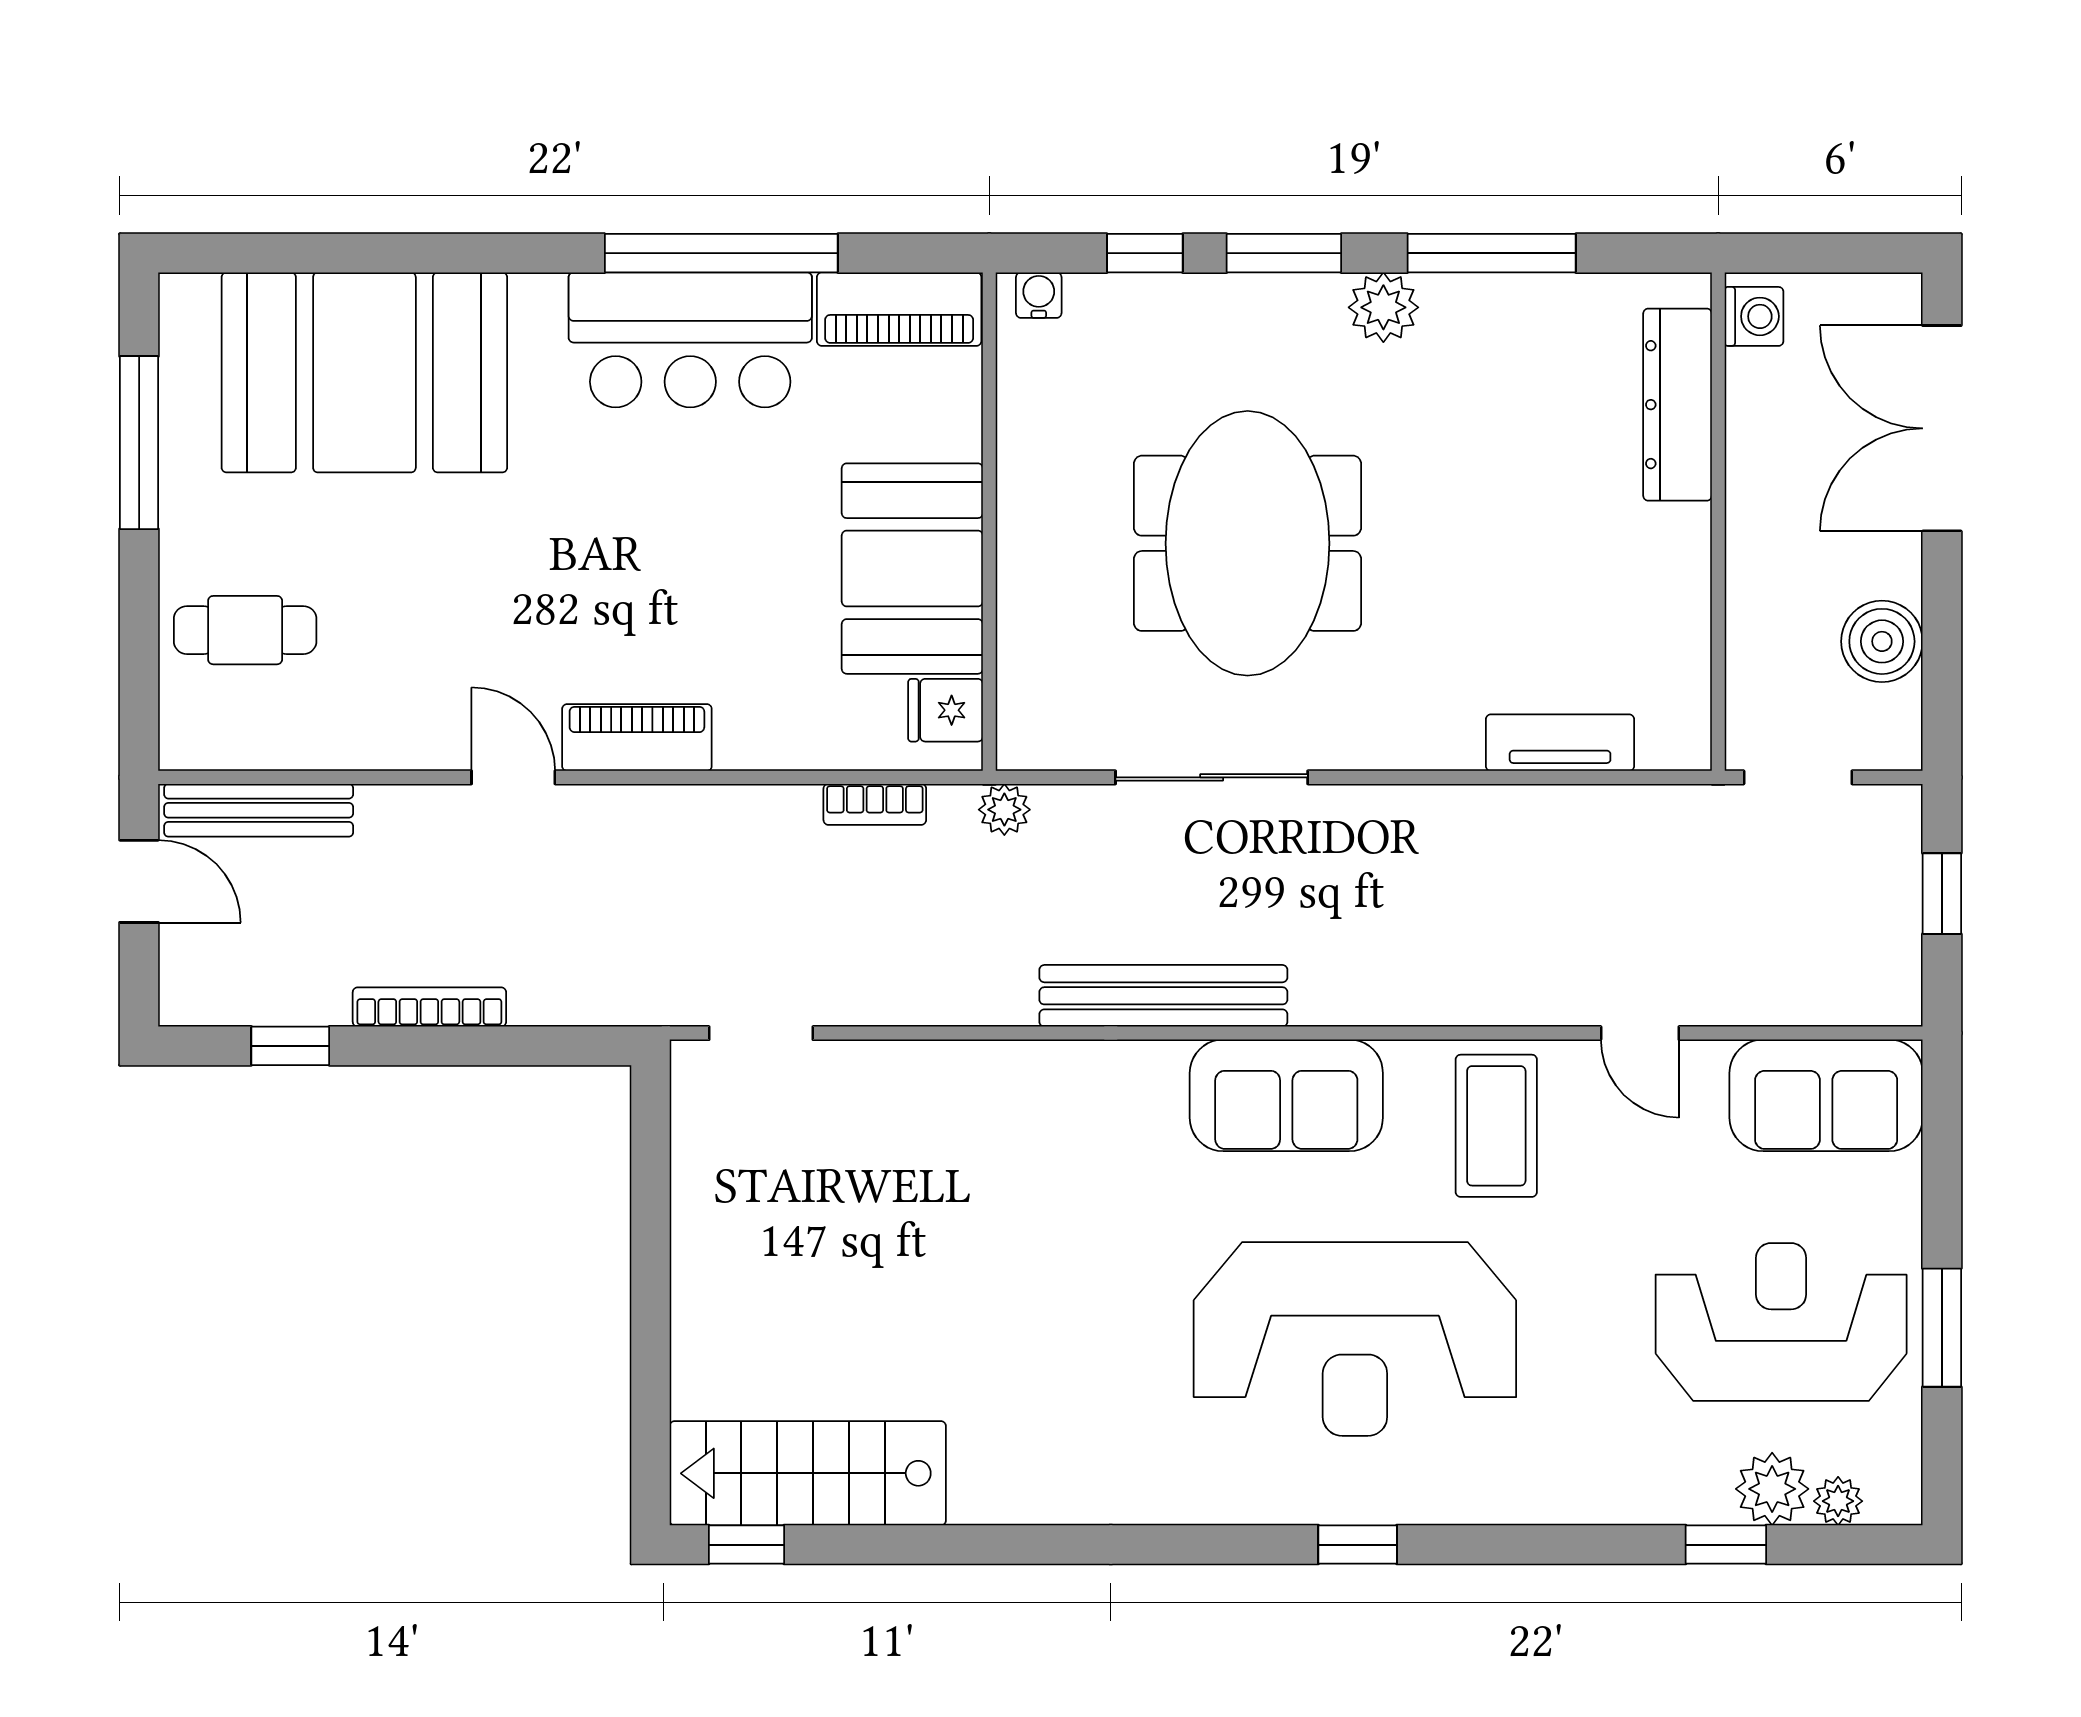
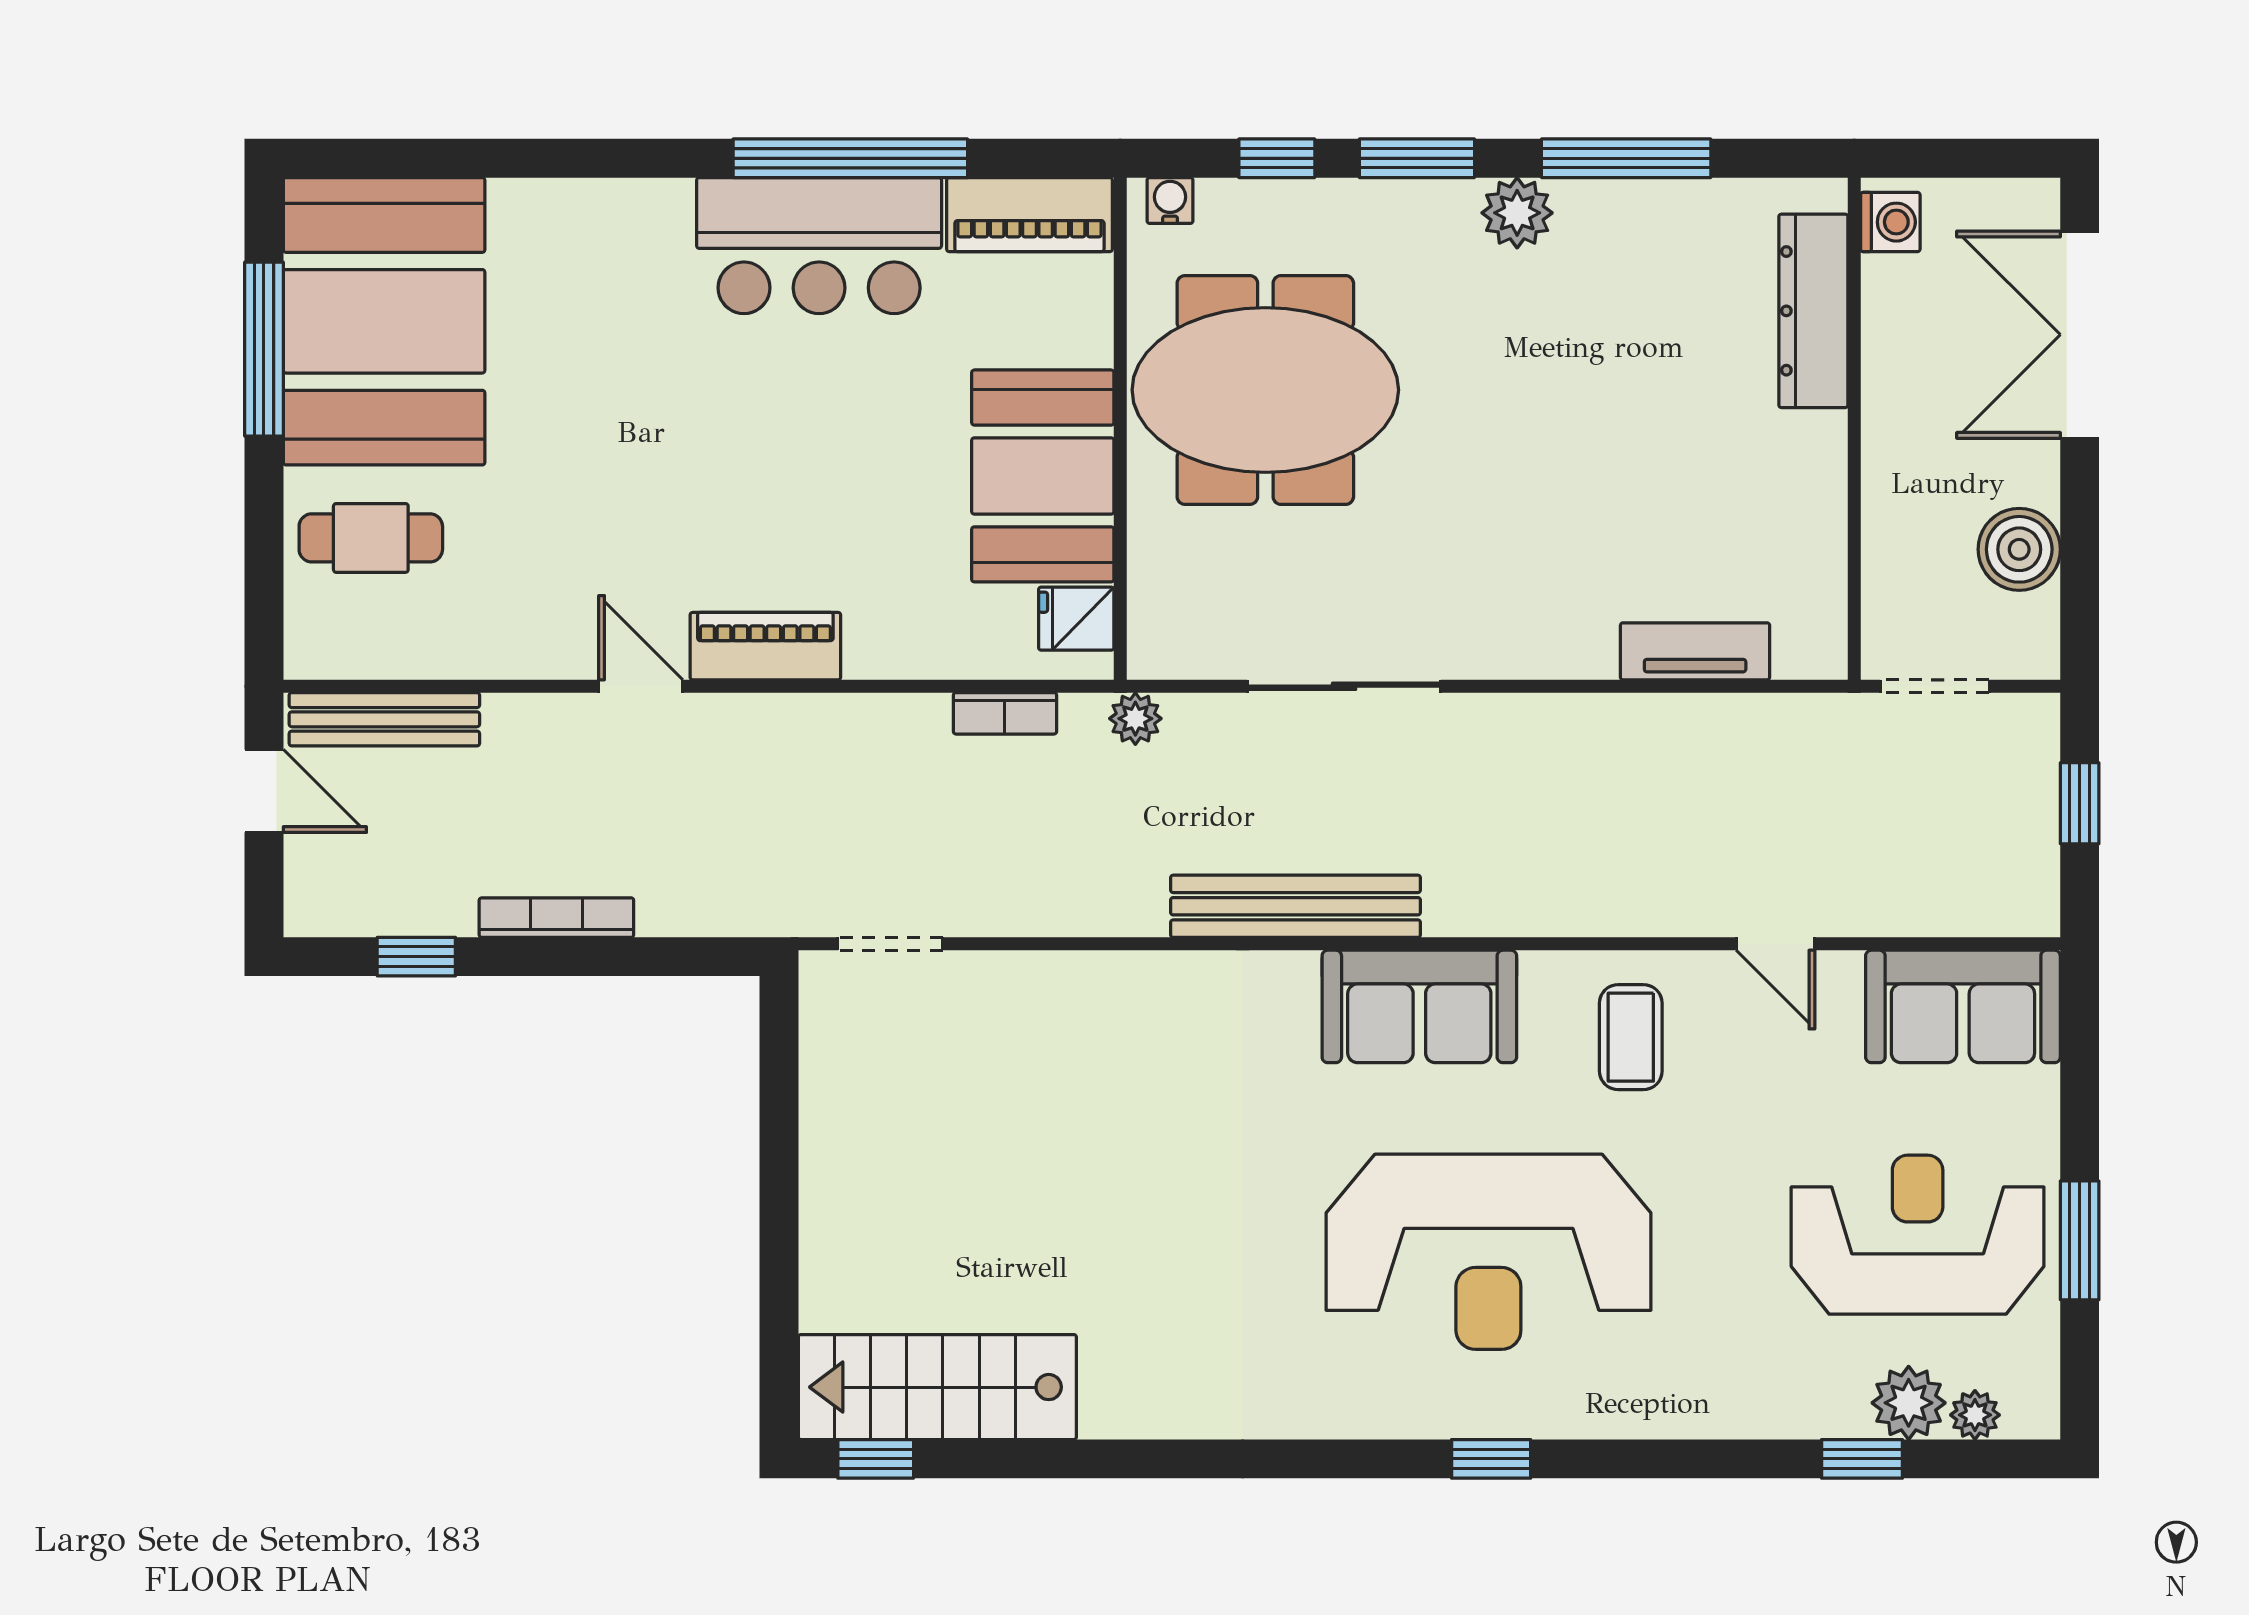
booth: (364, 372) -> (384, 321), moved, turned 90
meeting table: (1248, 543) -> (1265, 390), moved, turned 90
coffee table: (1496, 1126) -> (1631, 1037), width x0.73, depth x0.77

